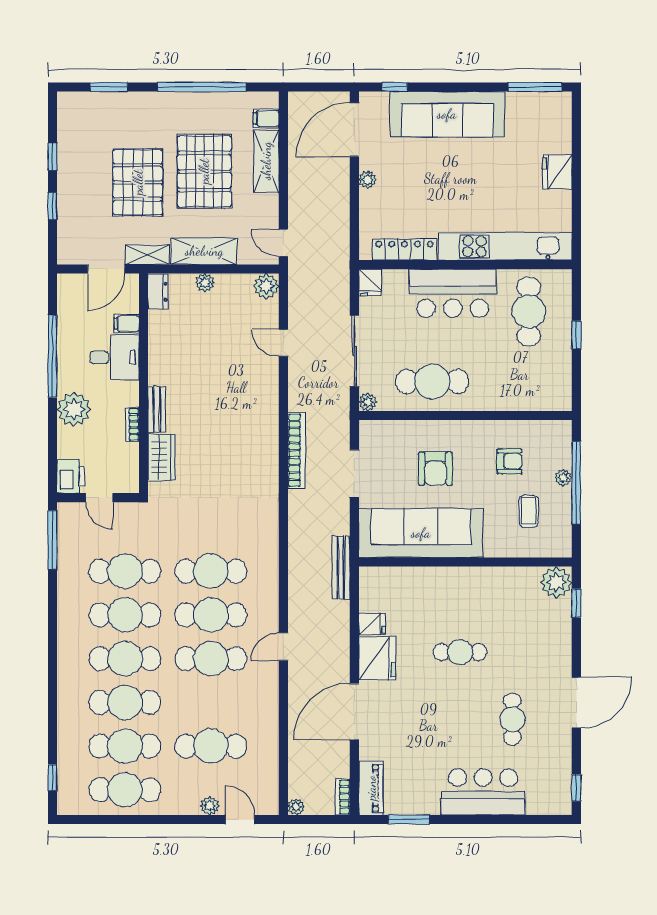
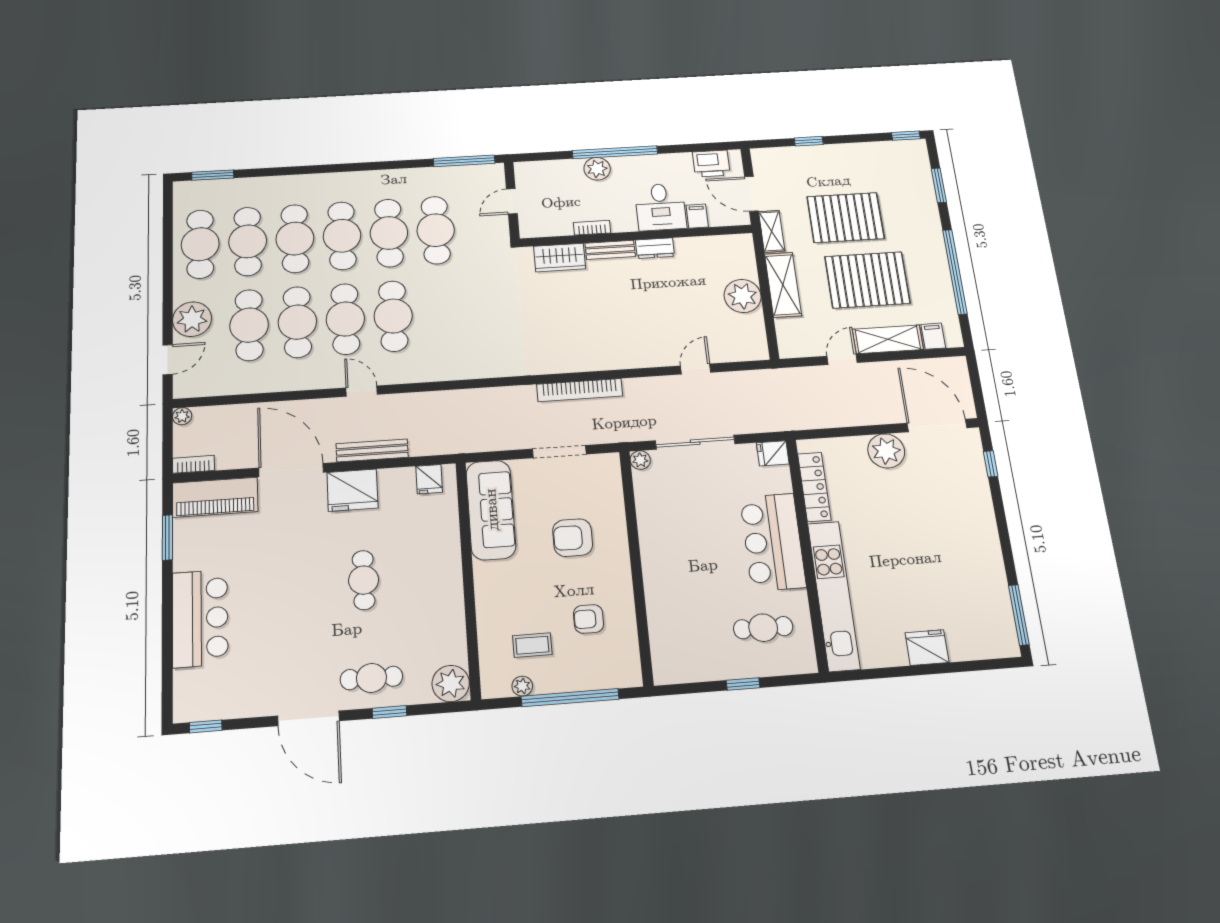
sofa: (447, 114) -> (971, 522), removed
window: (52, 157) -> (906, 136), moved
plant: (368, 180) -> (886, 451), width x1.88, depth x1.88
door: (283, 243) -> (842, 359), moved
plant: (205, 283) -> (743, 296), width x1.87, depth x1.87
plant: (266, 286) -> (754, 348), removed
dresser: (158, 292) -> (655, 248), moved
cafe table: (529, 311) -> (763, 628), width x0.73, depth x0.74
window: (52, 356) -> (615, 152), moved
cafe table: (432, 382) -> (671, 527), removed
plant: (74, 409) -> (597, 169), width x0.73, depth x0.73
armchair: (509, 461) -> (589, 619), turned 90
printer: (71, 476) -> (711, 164), moved
plant: (563, 478) -> (522, 686), moved
sofa: (421, 533) -> (491, 510), width x0.74, depth x0.79
bench: (341, 568) -> (372, 450), moved
cafe table: (211, 571) -> (297, 322), moved
window: (576, 603) -> (389, 712), moved
fridge: (372, 624) -> (429, 479), moved
cafe table: (512, 719) -> (371, 678), moved
window: (52, 778) -> (213, 175), width x1.50
piano: (371, 788) -> (215, 497), width x1.37, depth x1.33
plant: (209, 806) -> (192, 319), width x1.87, depth x1.87

